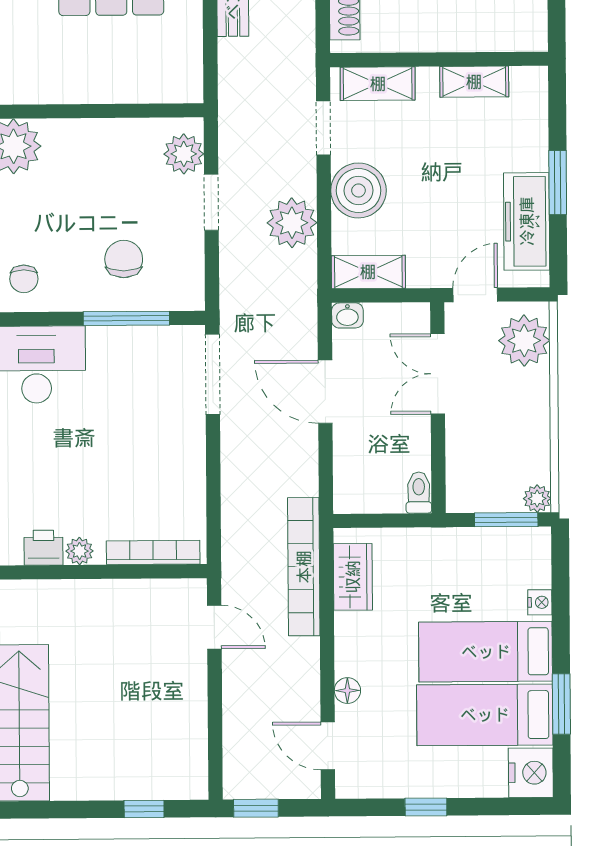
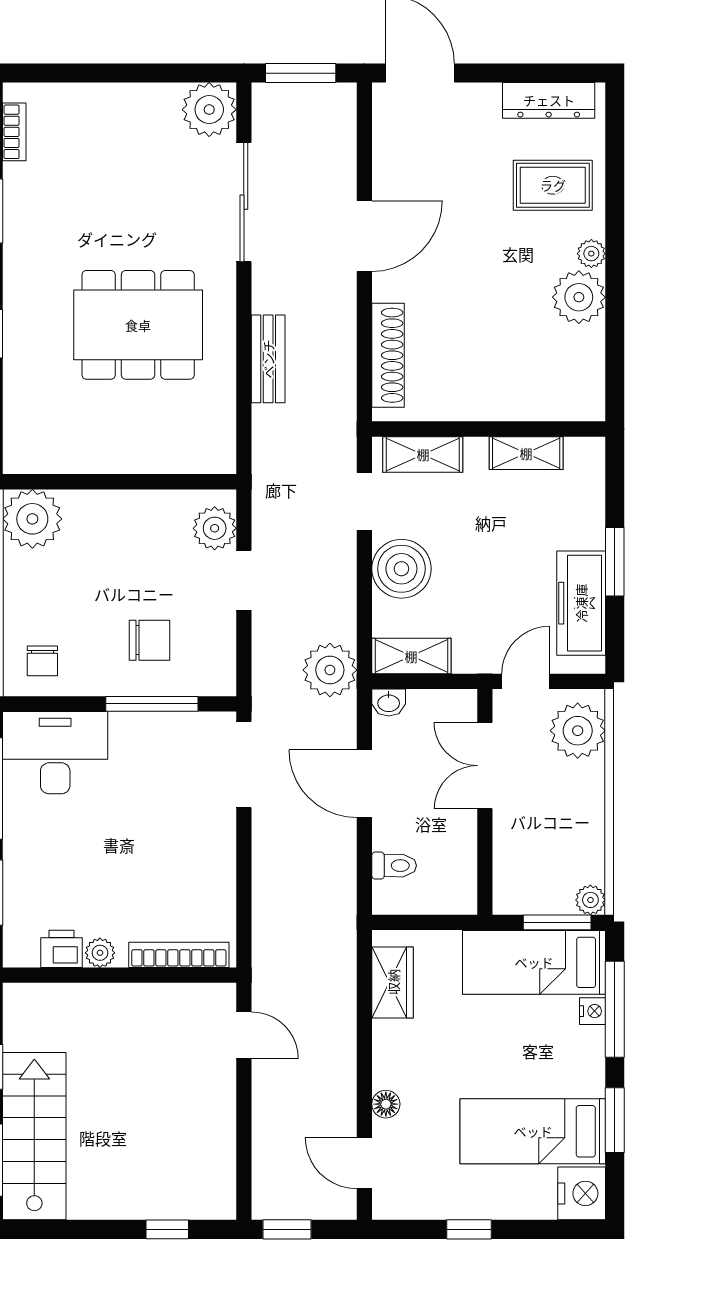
plant: (292, 223) -> (330, 670), moved
chair: (124, 259) -> (149, 640), turned 90
toilet: (419, 493) -> (394, 866), moved, turned 90
bookcase: (304, 567) -> (340, 971), removed
window: (561, 600) -> (615, 1009), added
bed: (486, 652) -> (534, 962), moved

